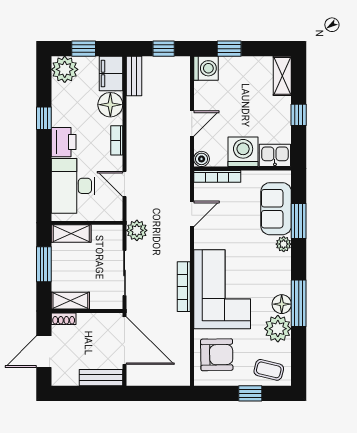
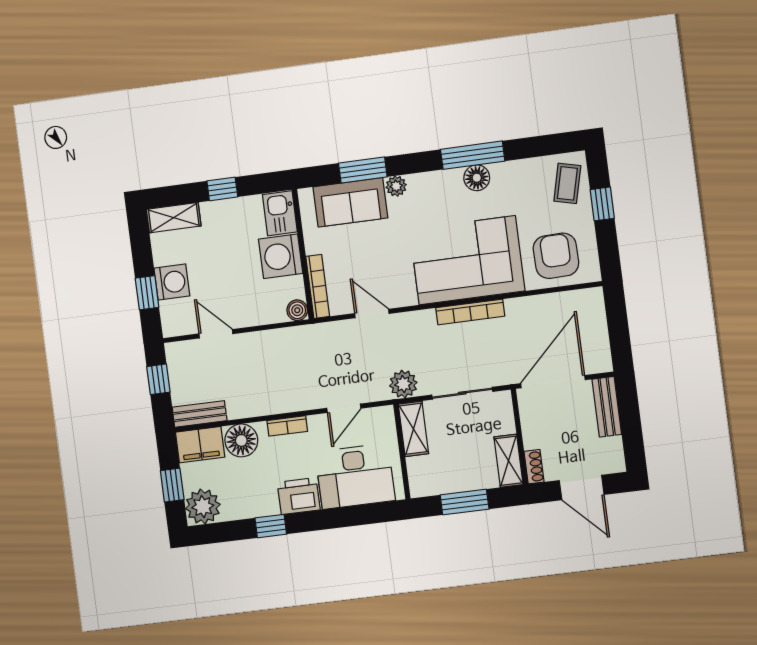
washing machine: (206, 68) -> (172, 282), moved, turned 90
door: (192, 124) -> (216, 334), moved
shelving: (71, 234) -> (413, 429), moved
plant: (278, 329) -> (510, 179), removed

